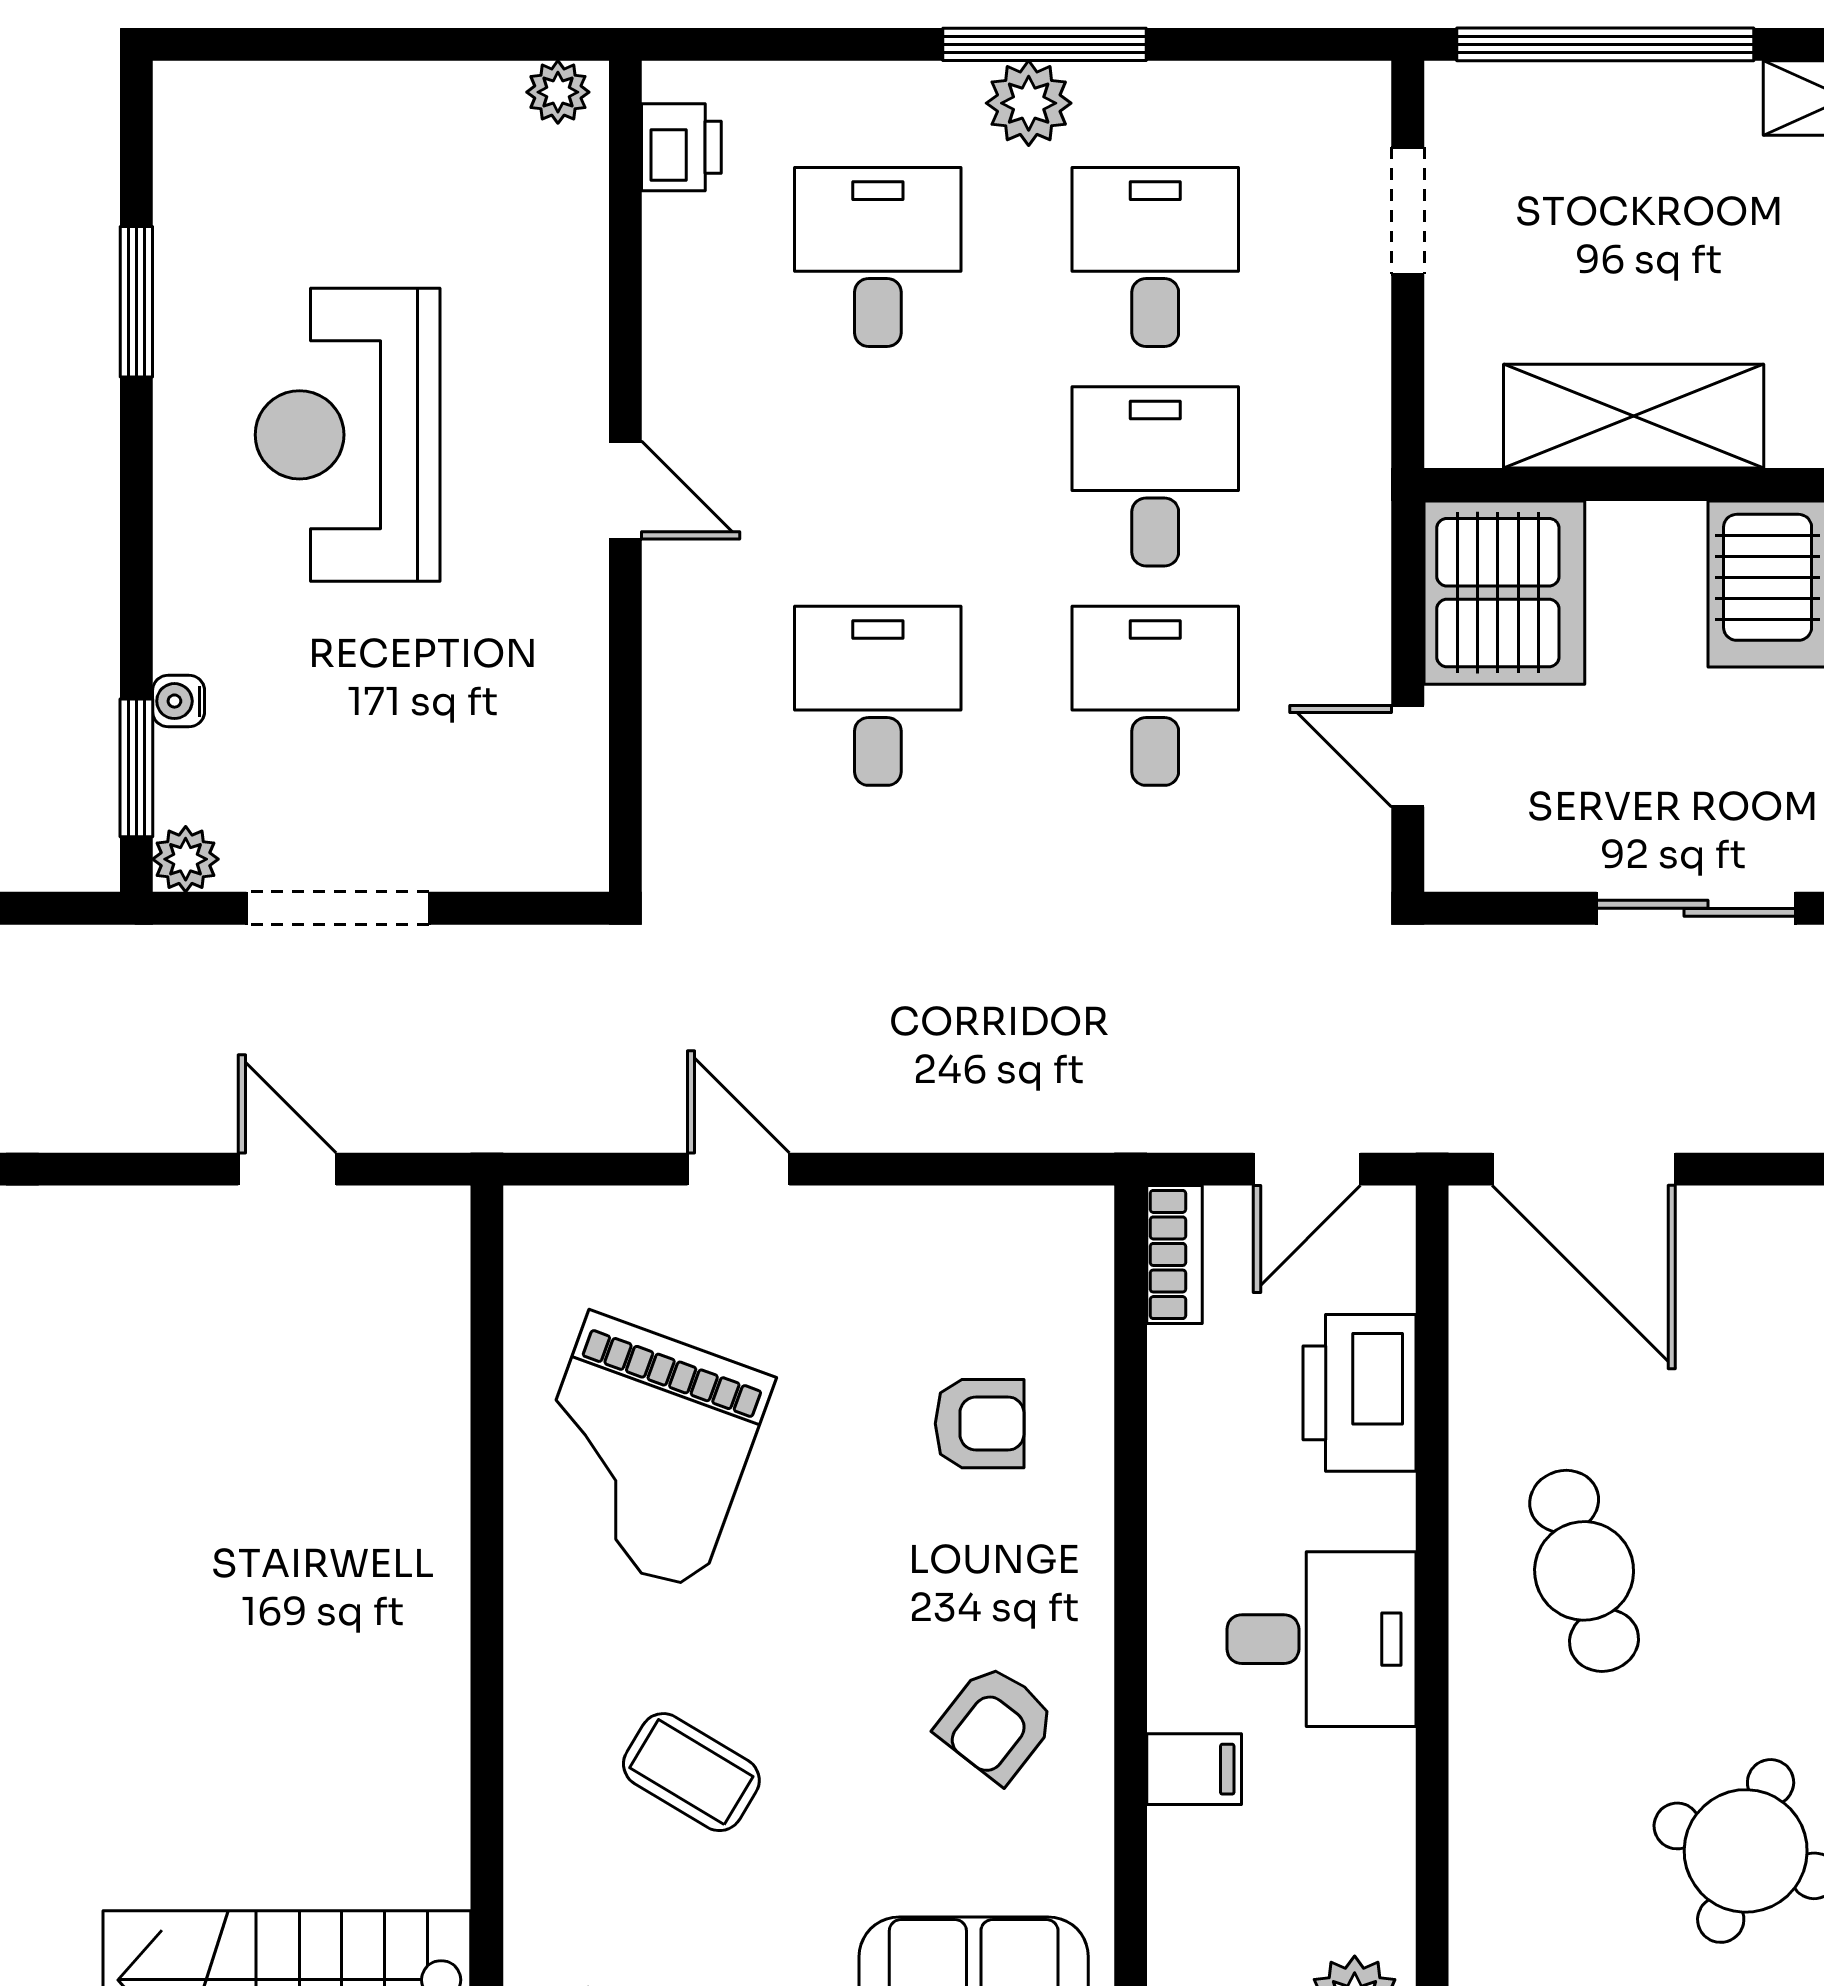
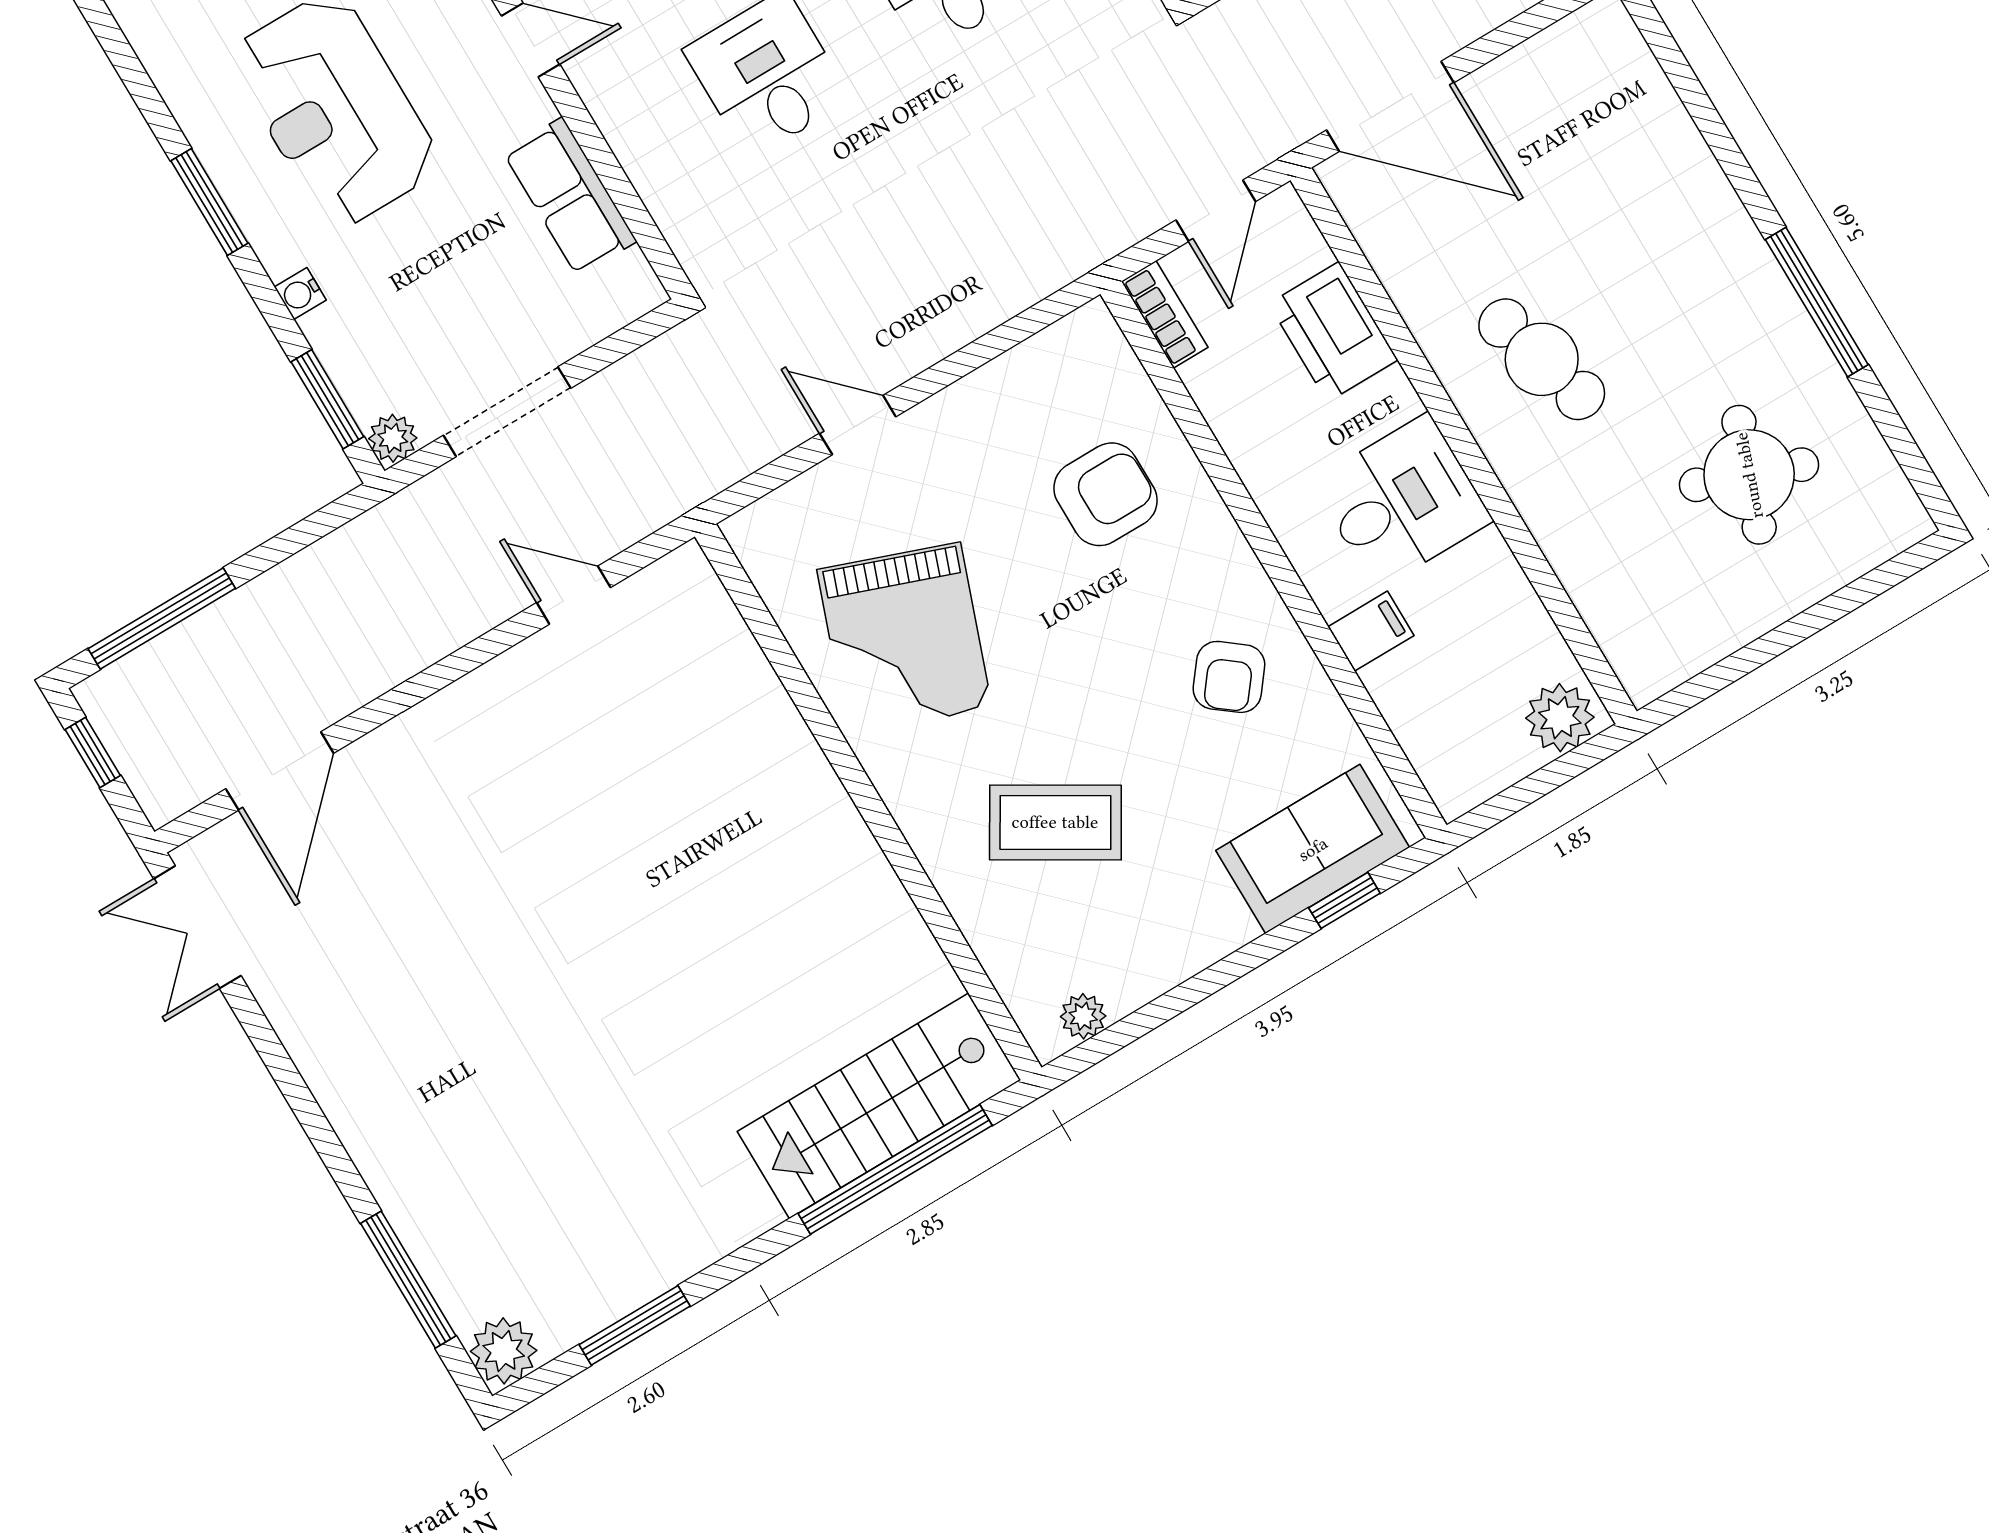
window: (136, 302) -> (209, 202), moved
water cooler: (179, 701) -> (300, 293), moved
row of seats: (562, 701) -> (570, 197), added
armchair: (980, 1424) -> (1105, 494), width x1.38, depth x1.38
coffee table: (691, 1772) -> (1055, 822), width x1.36, depth x1.30

